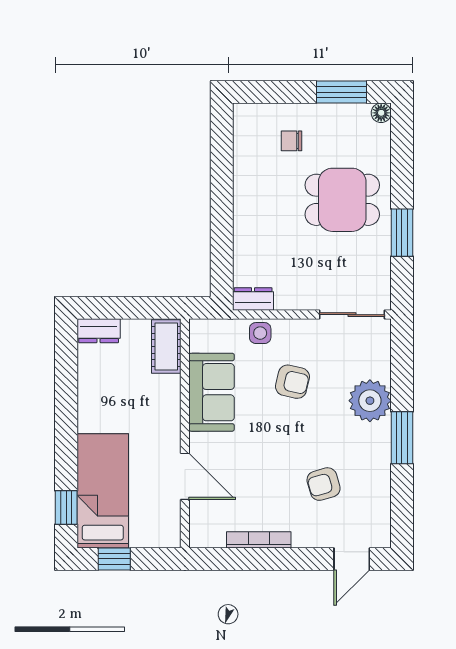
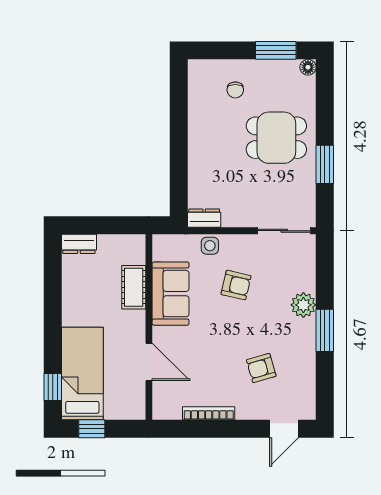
chair: (291, 141) -> (235, 90), turned -90
cot: (166, 347) -> (134, 287), moved
plant: (370, 401) -> (303, 305), width x0.73, depth x0.73

